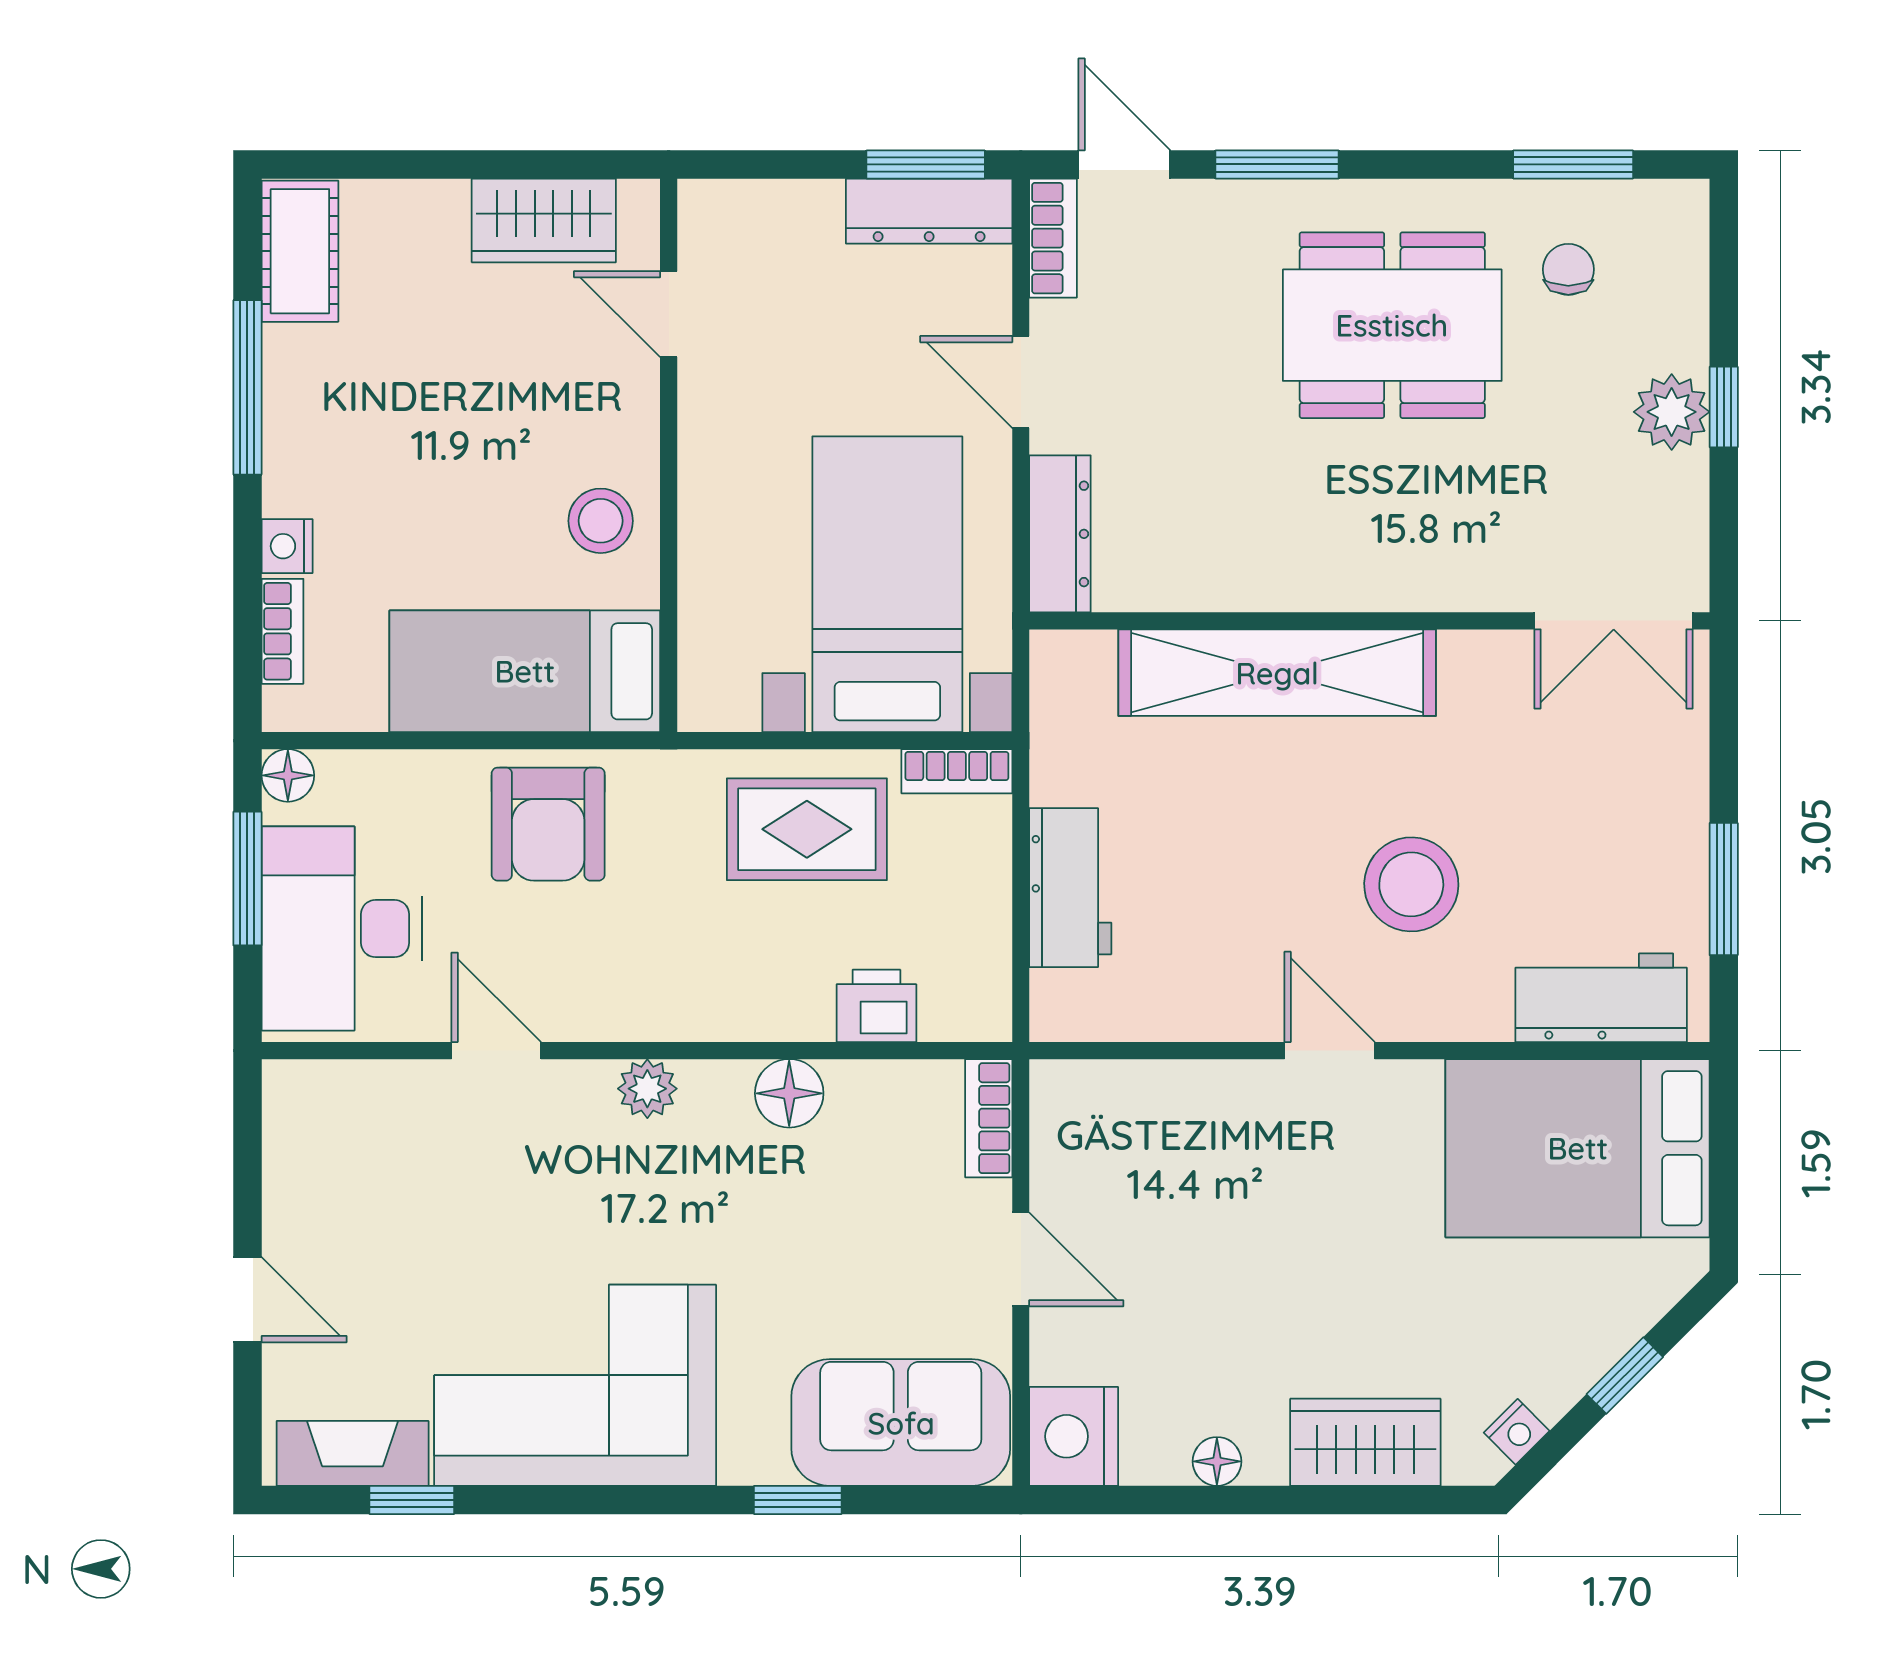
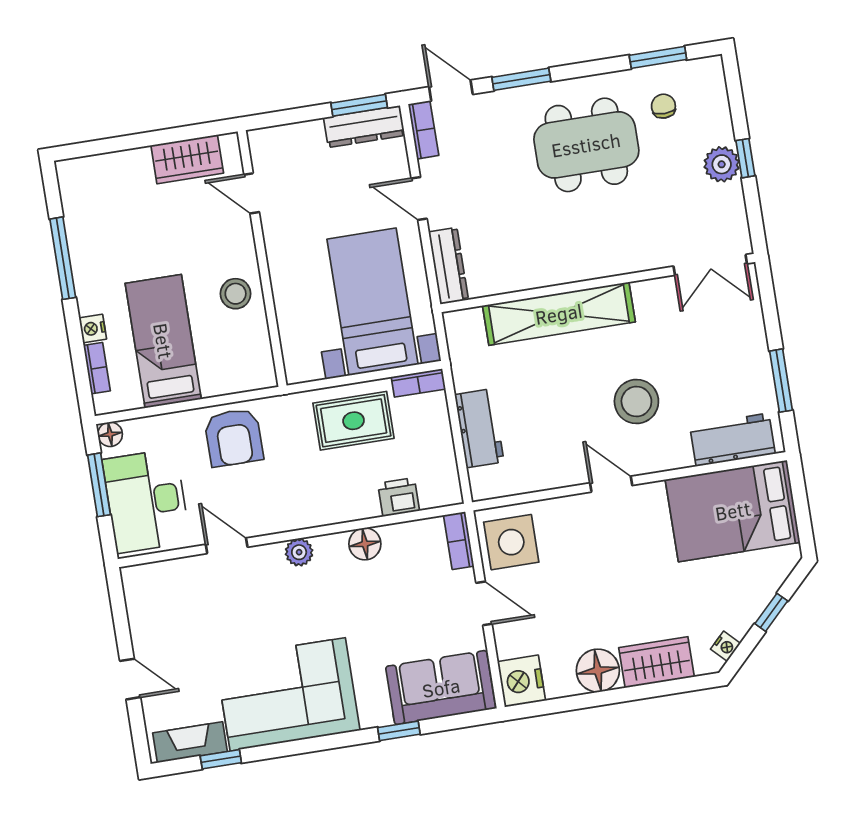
cot: (300, 251) -> (77, 191), removed
bed: (525, 671) -> (163, 341), moved, turned 90
side table: (1099, 1139) -> (511, 542), added
floor lamp: (1217, 1461) -> (598, 671), width x1.89, depth x1.89

